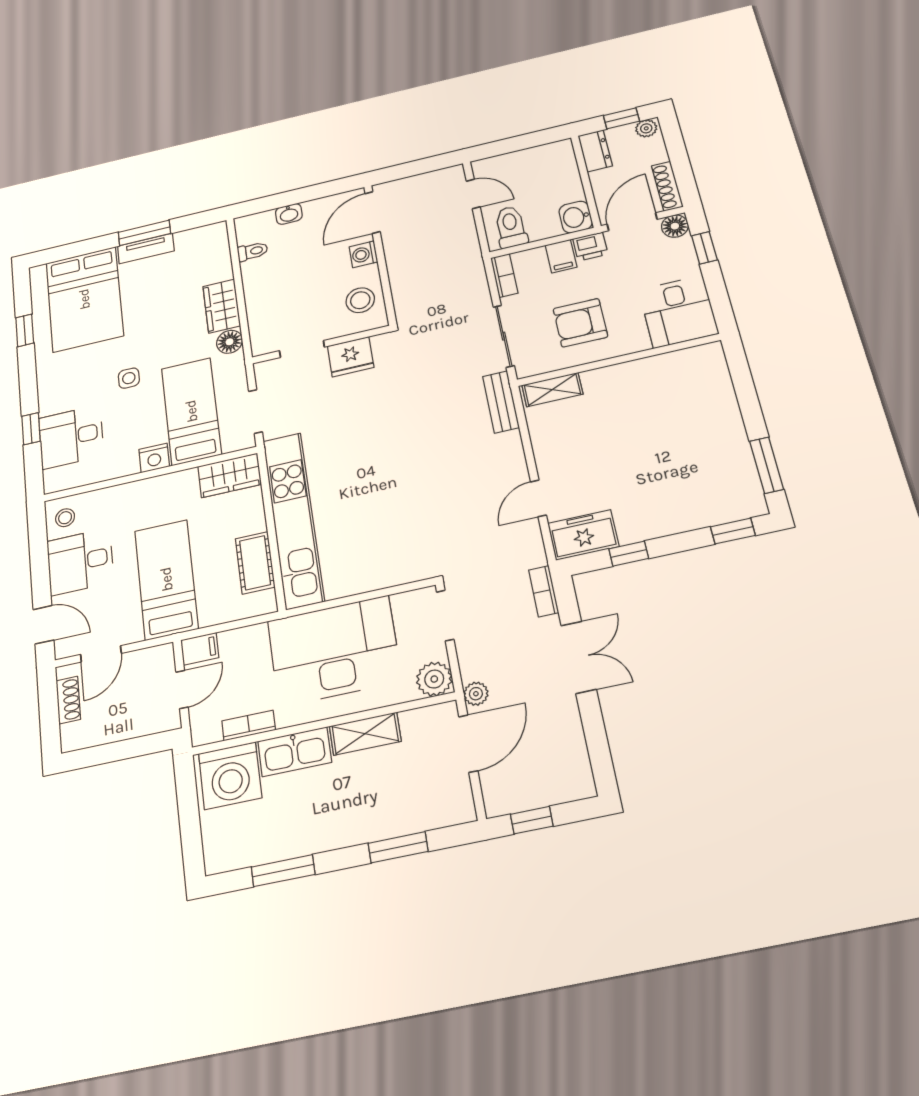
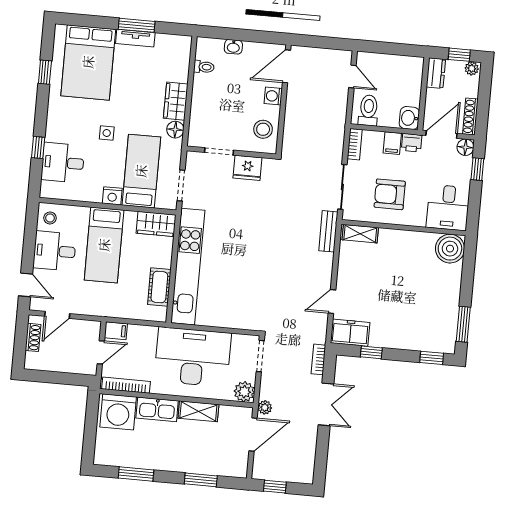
boiler: (703, 365) -> (450, 249), added
bed: (166, 579) -> (104, 245), moved, turned 180
bookcase: (249, 725) -> (126, 385), width x1.56

